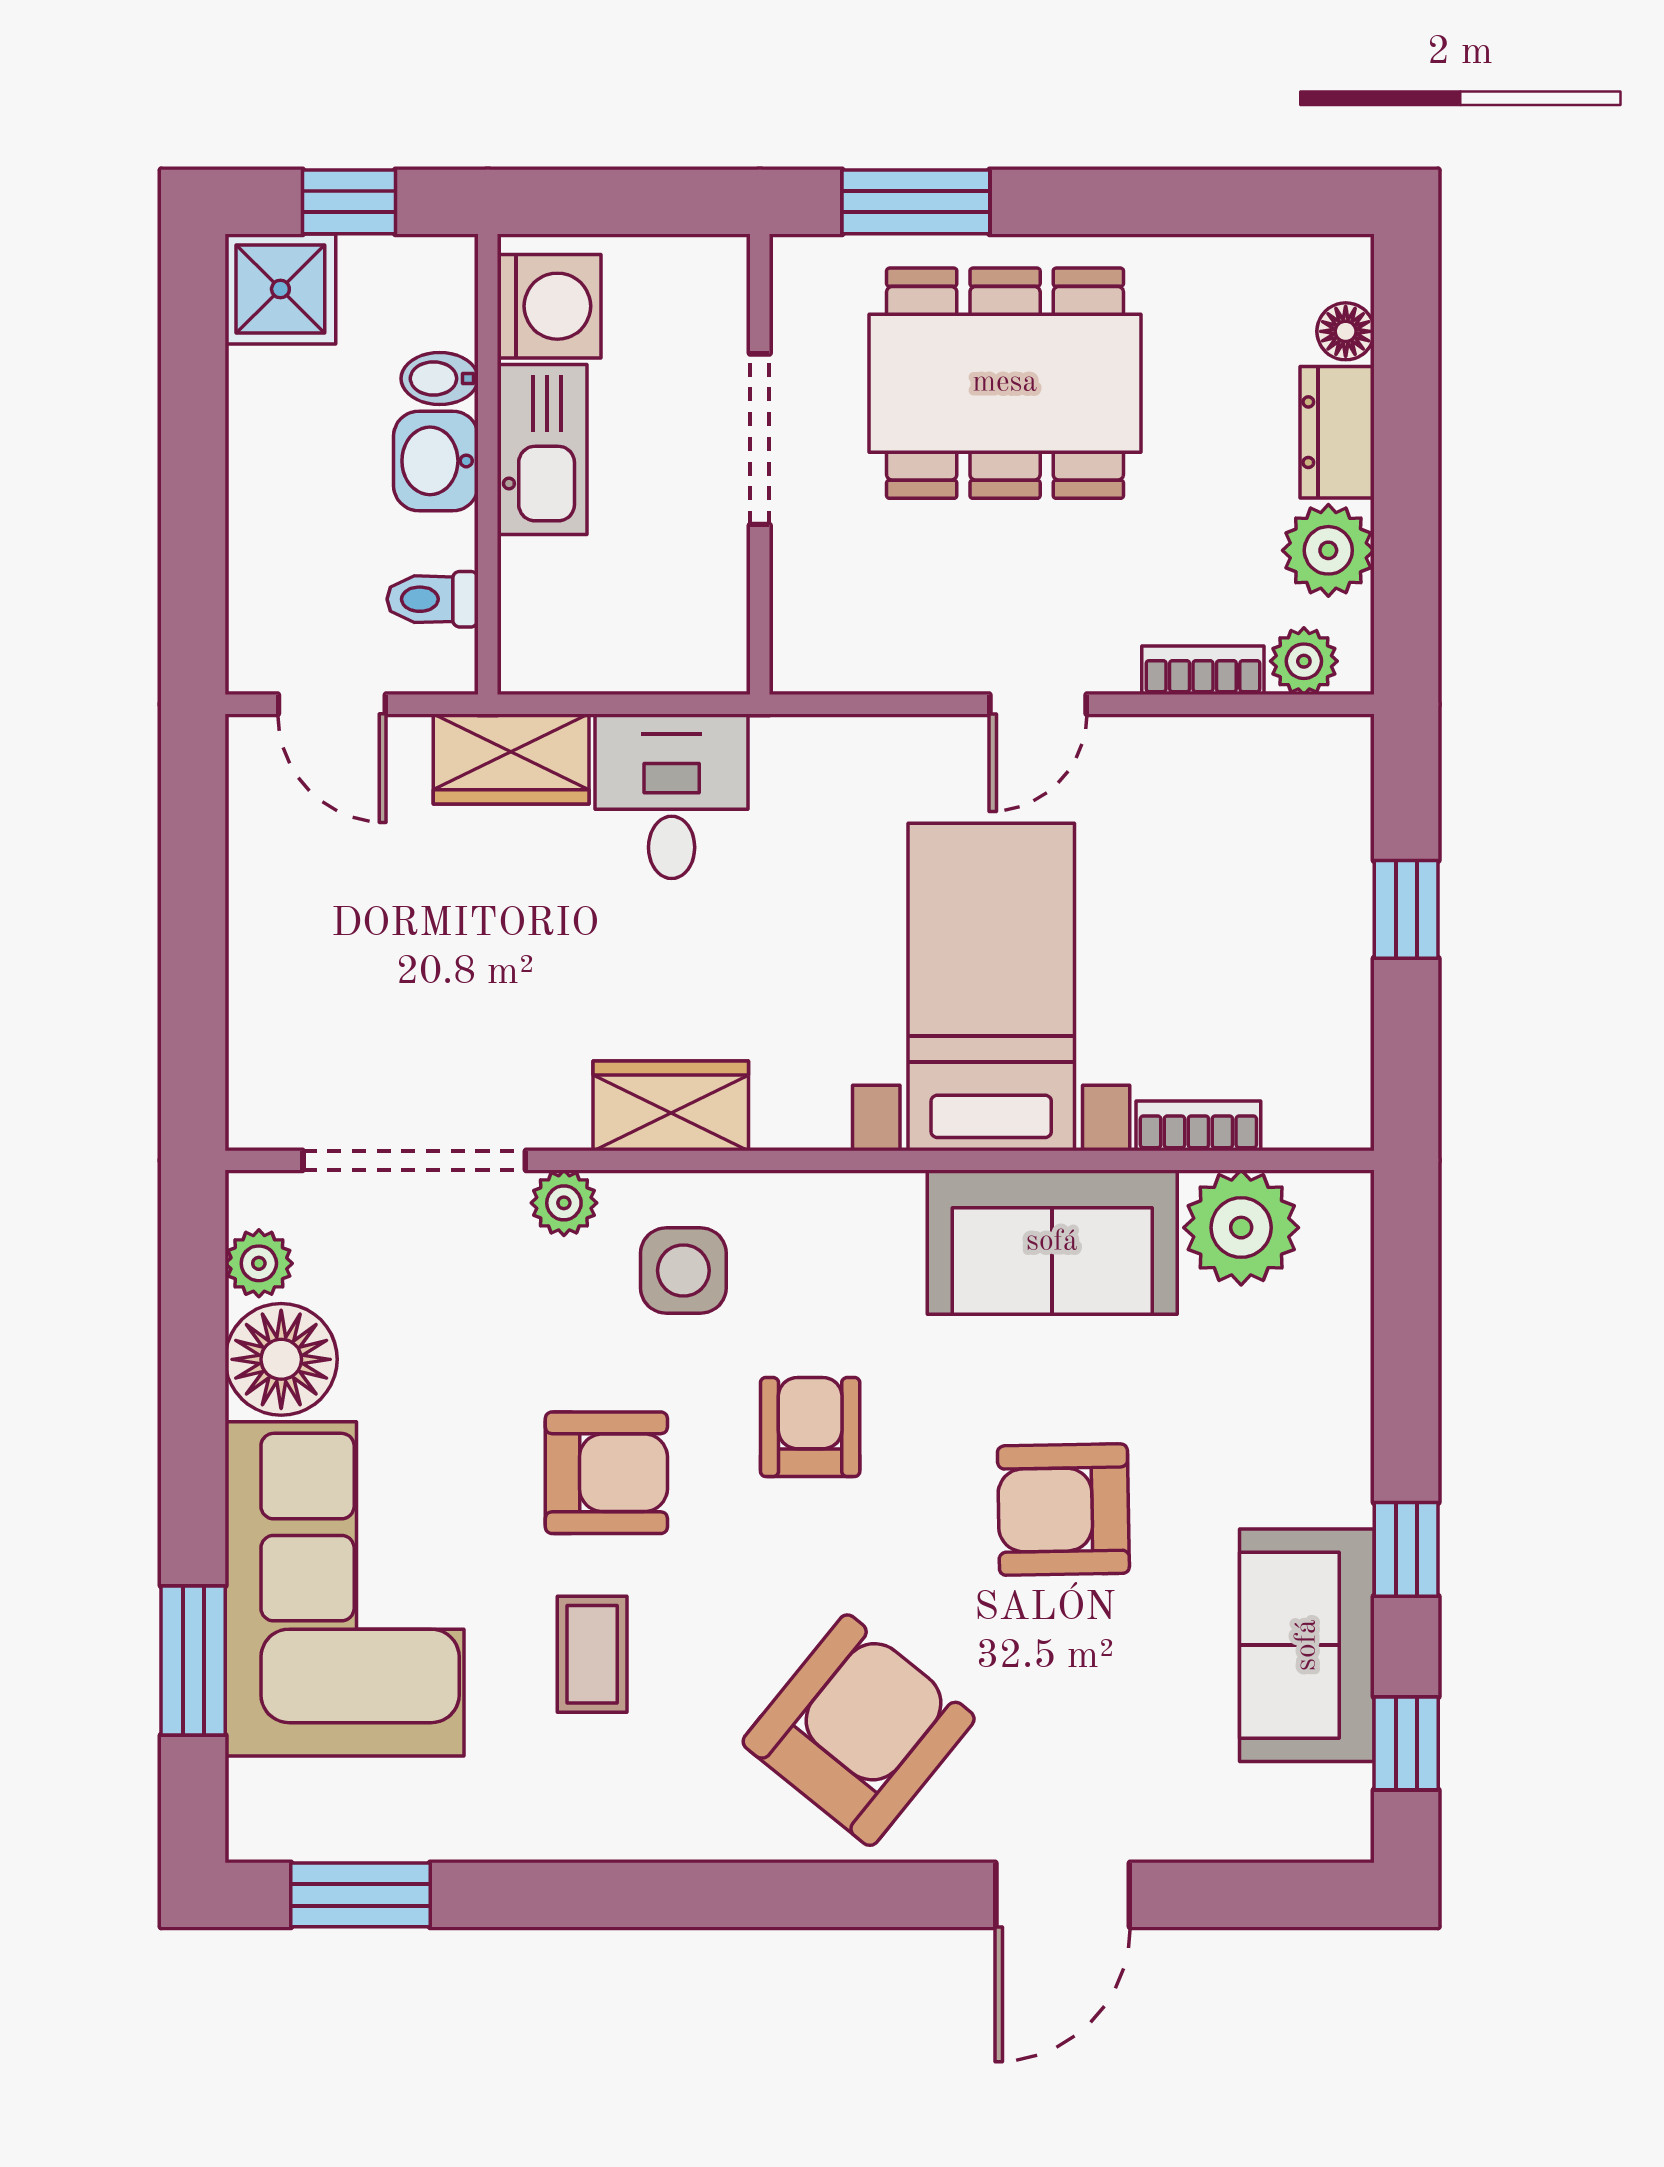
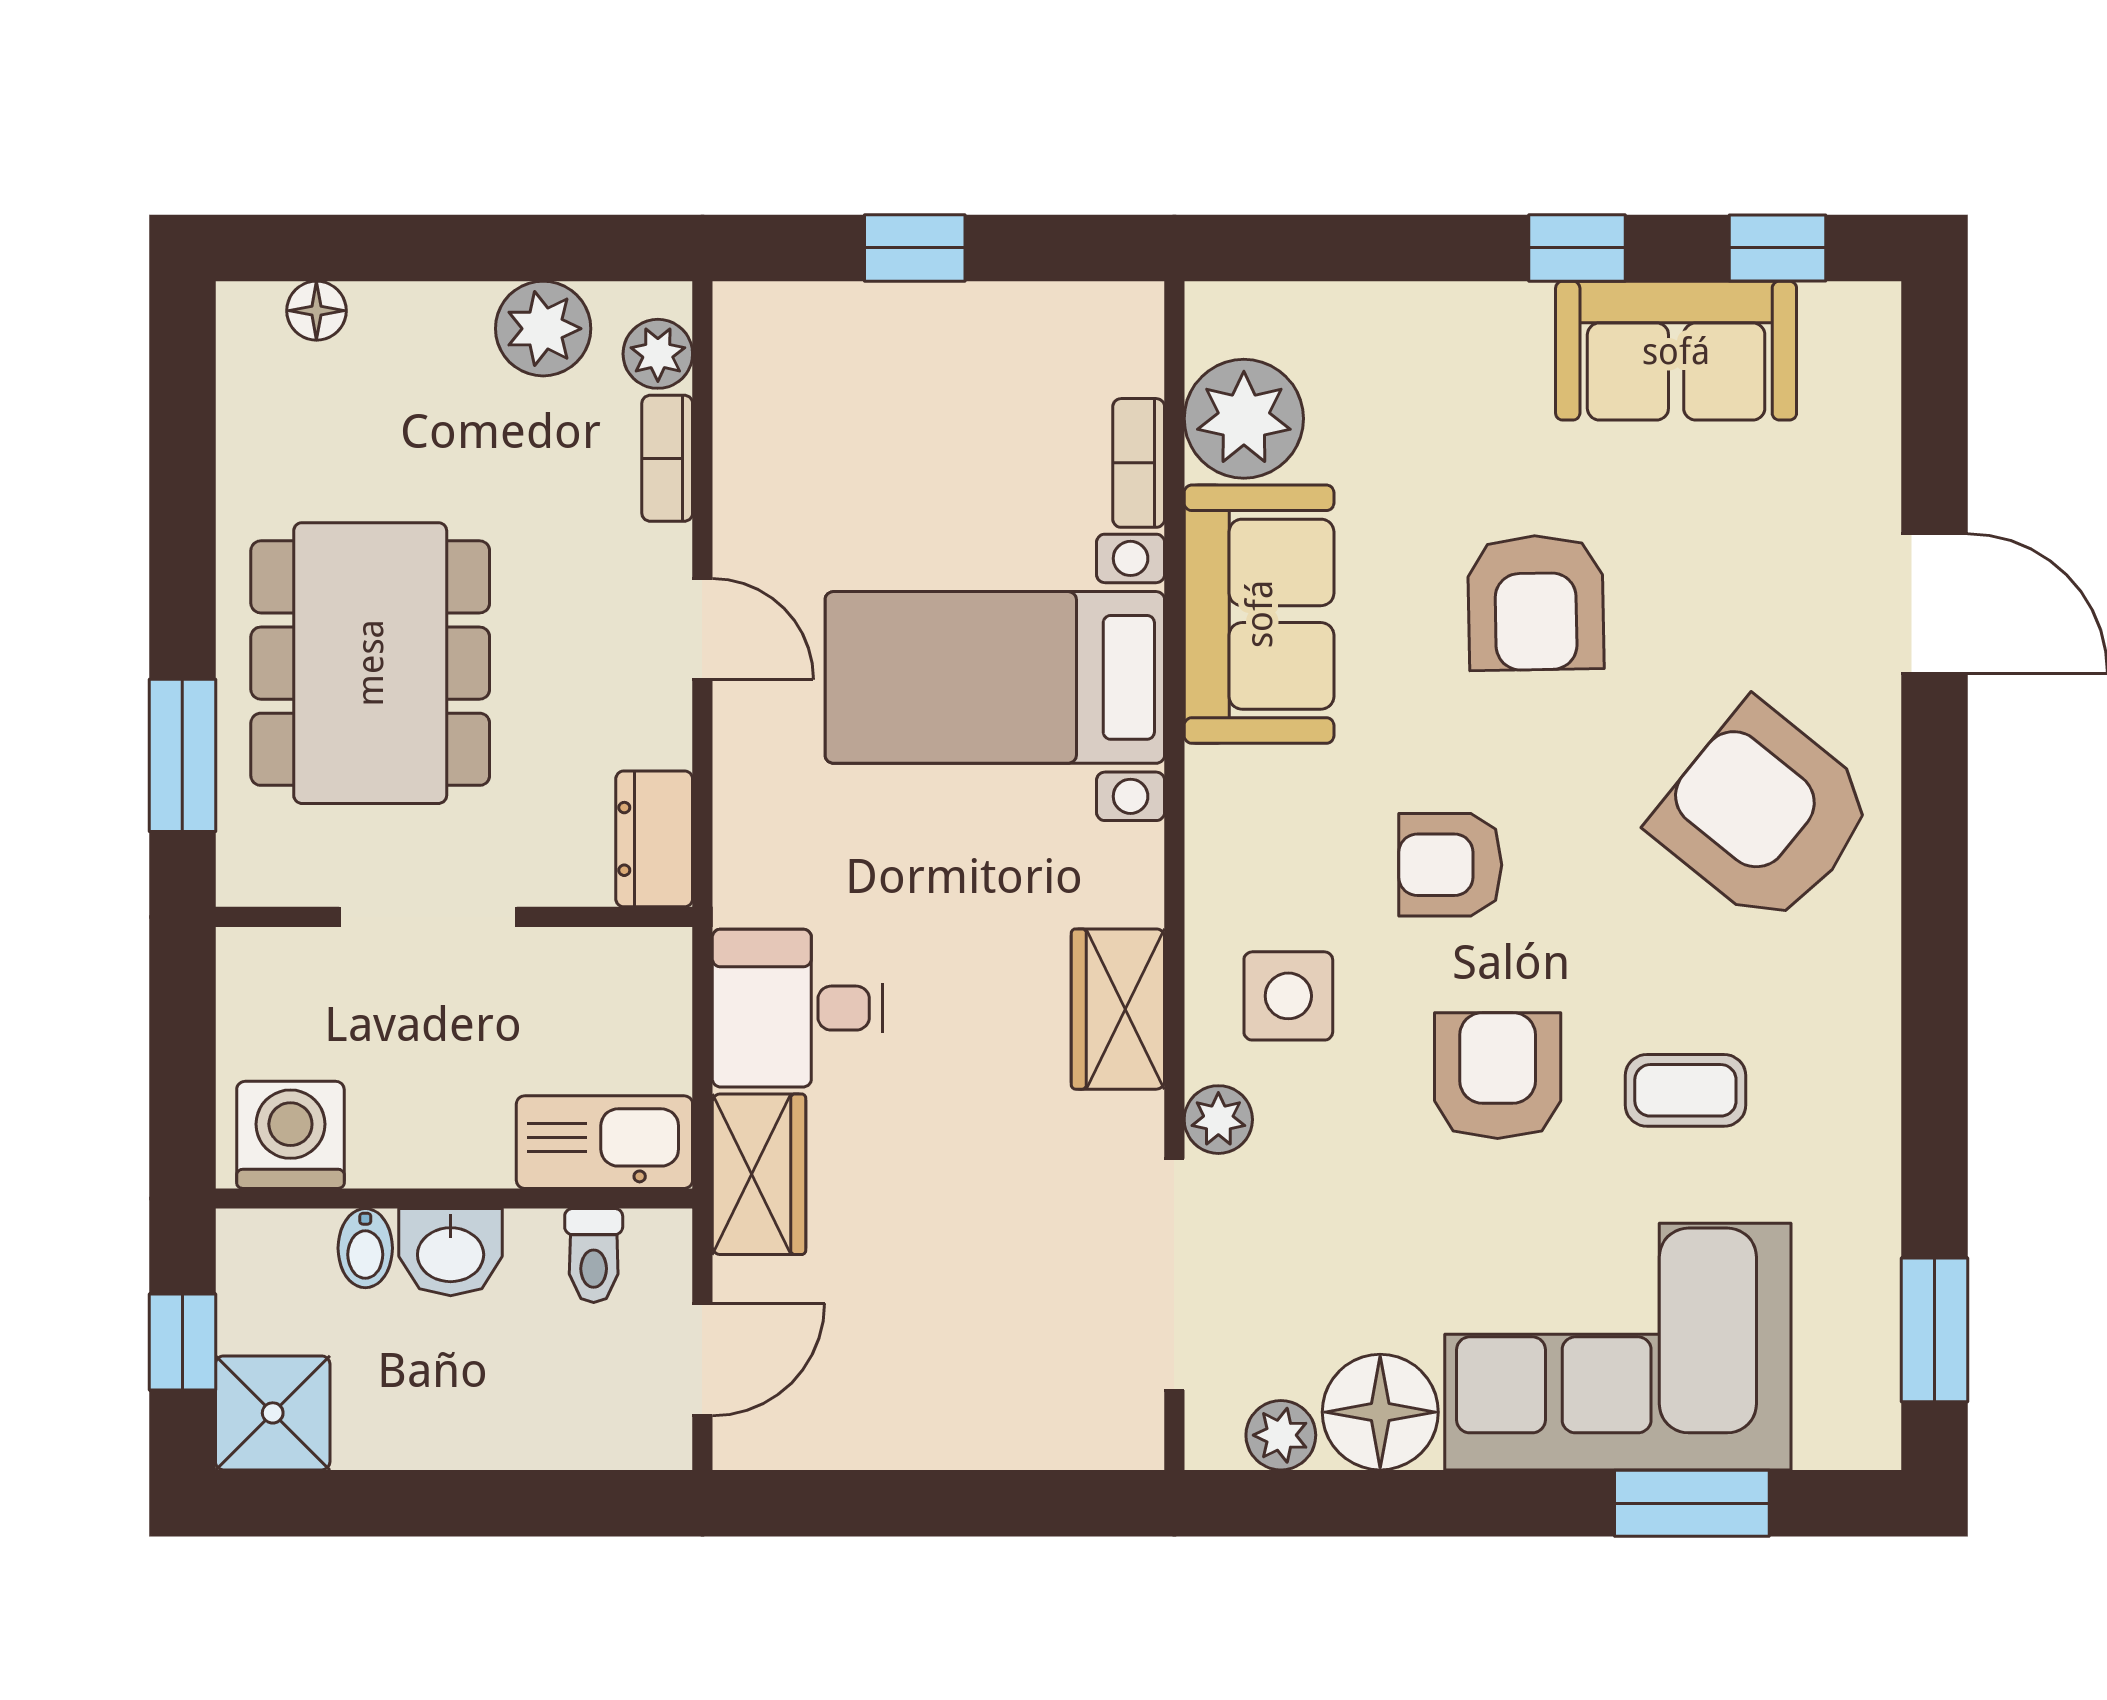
dresser: (1337, 432) -> (654, 839), moved, turned 90
kitchen sink: (542, 449) -> (604, 1142), moved

